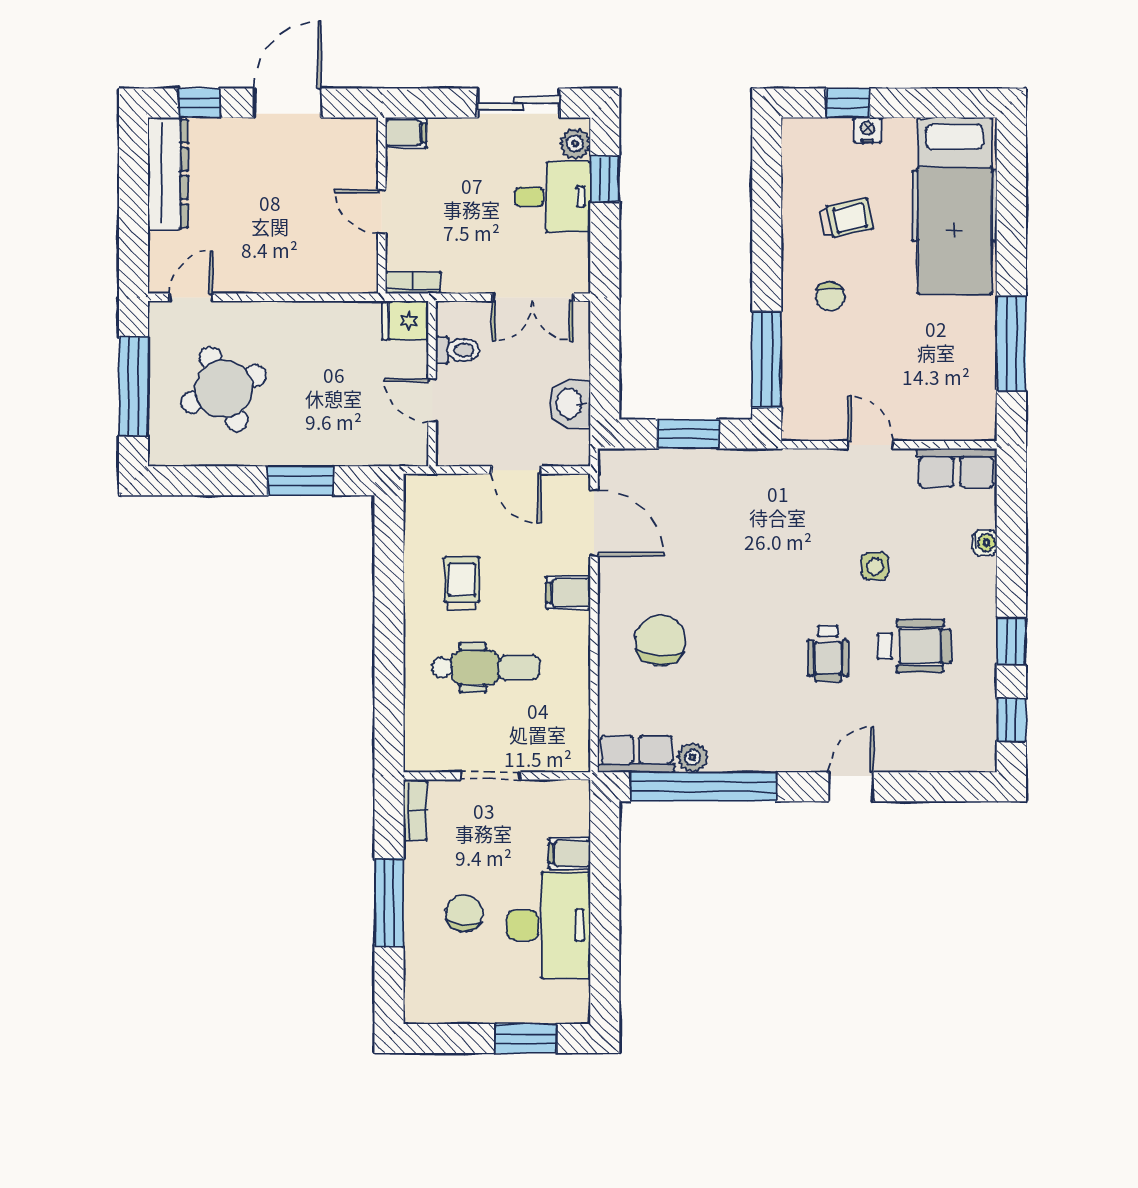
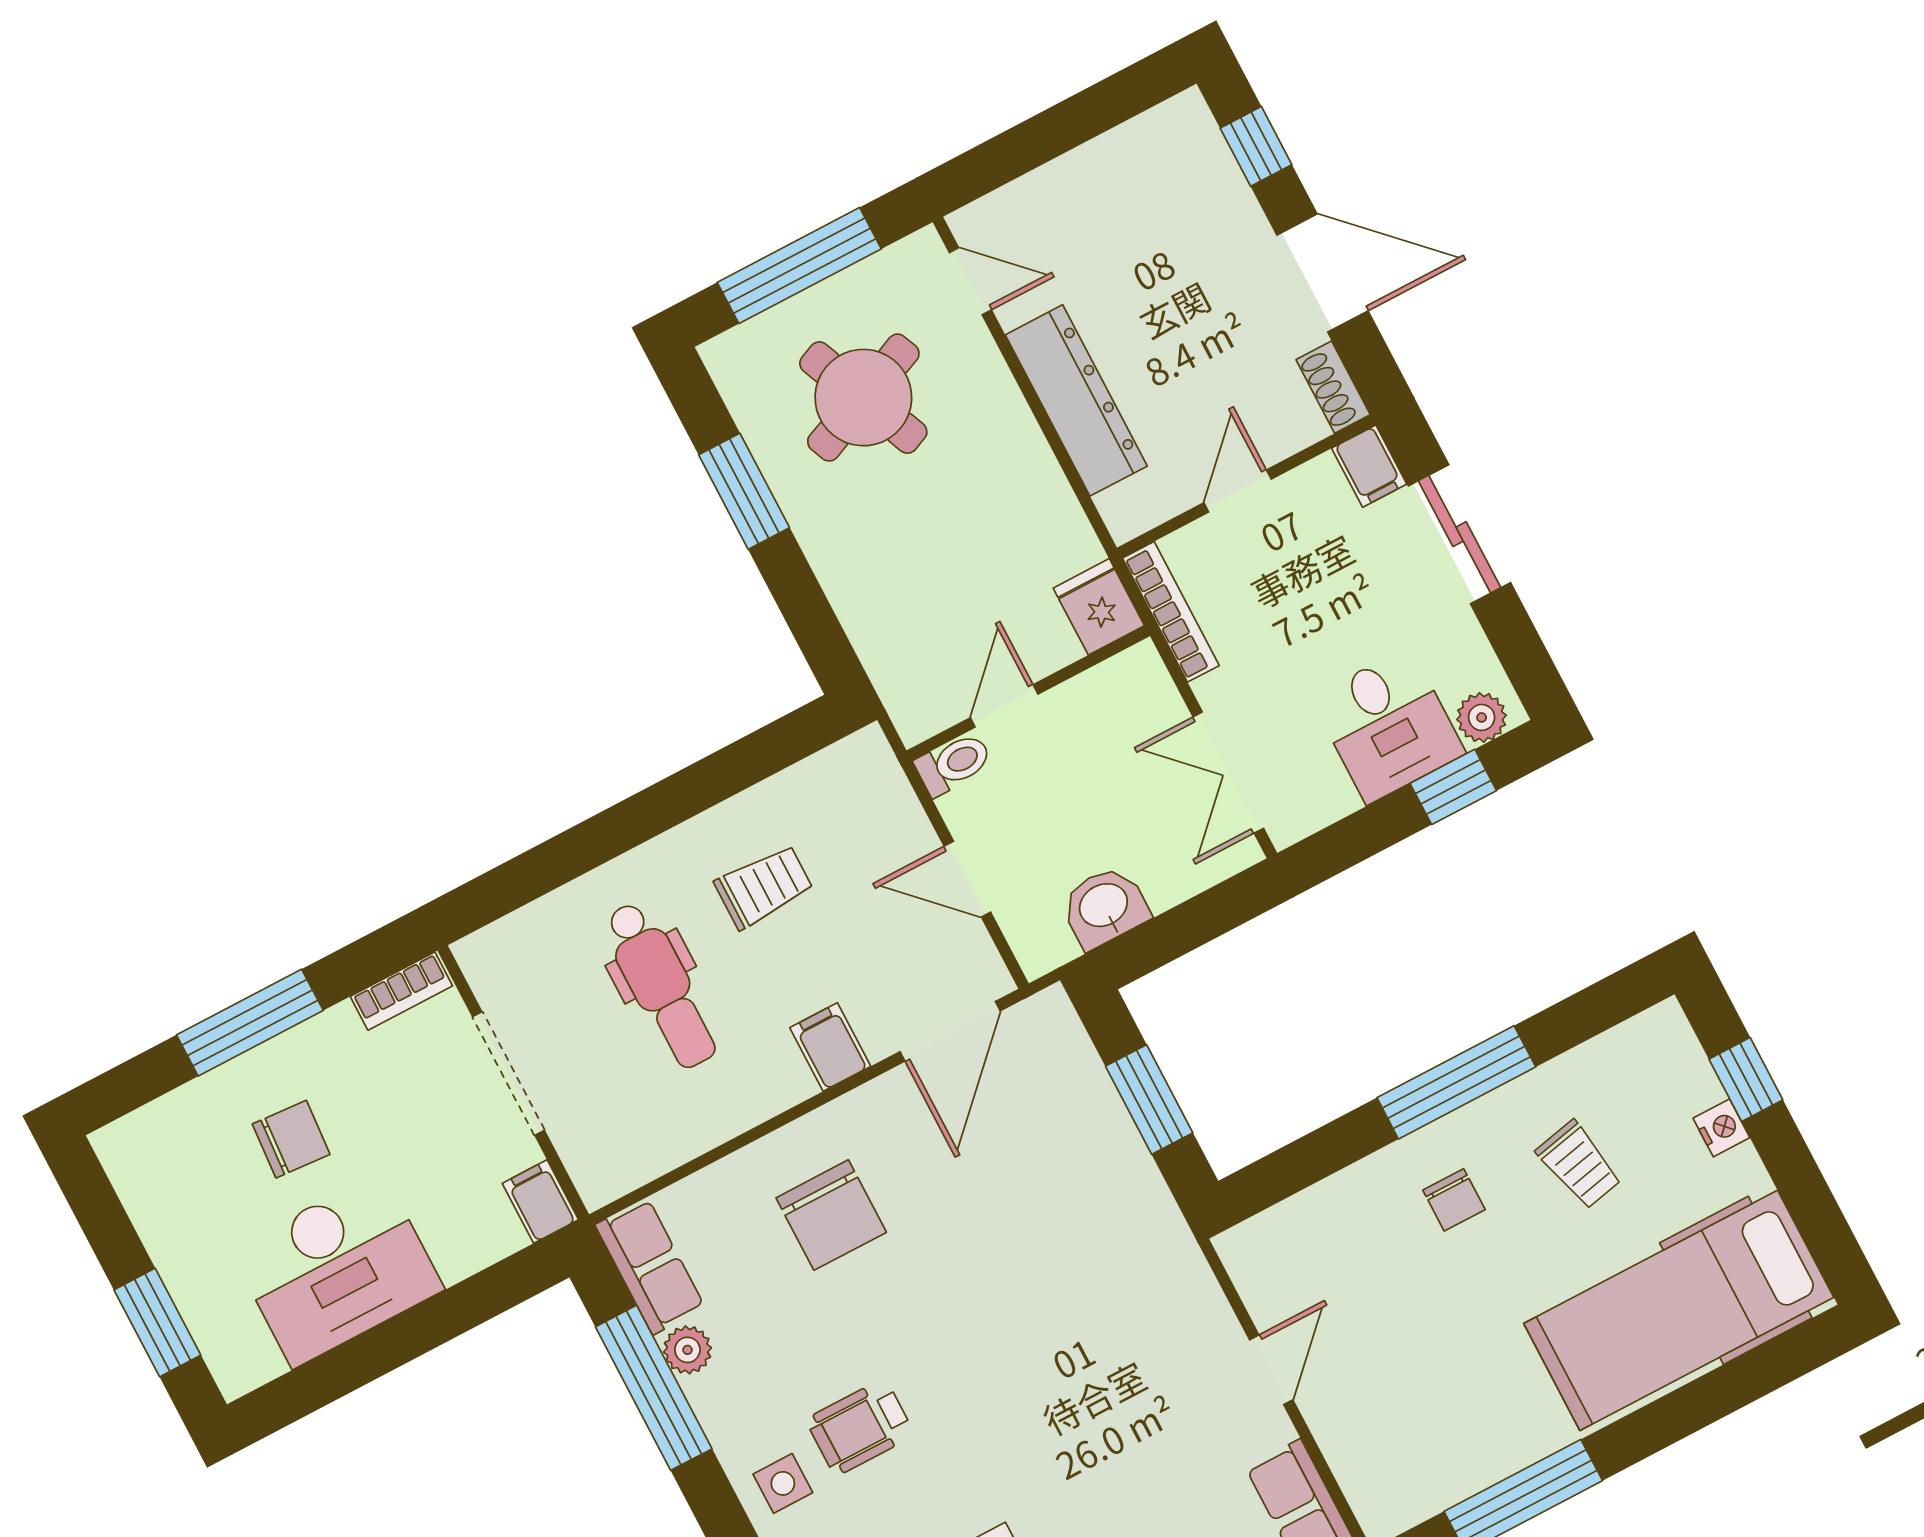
sliding door: (518, 103) -> (1460, 534), moved
shoe rack: (352, 130) -> (1333, 387), added
dresser: (168, 174) -> (1076, 400), moved, turned -90
bookcase: (413, 283) -> (1171, 612), width x1.56
chair: (830, 297) -> (1454, 1200), turned -90
toilet: (458, 350) -> (954, 764), moved, turned -90
window: (767, 360) -> (1456, 1082), moved
door: (516, 470) -> (967, 879), hinge flipped
window: (301, 481) -> (744, 491), moved
side table: (875, 566) -> (783, 1483), moved
chair: (660, 640) -> (831, 1215), turned 87
wheelchair: (828, 653) -> (860, 1427), moved
doorway: (491, 776) -> (508, 1073), width x1.38
window: (703, 787) -> (654, 1388), width x0.68
filing cabinet: (569, 853) -> (540, 1202), moved

